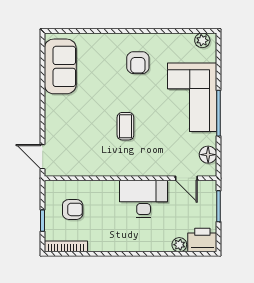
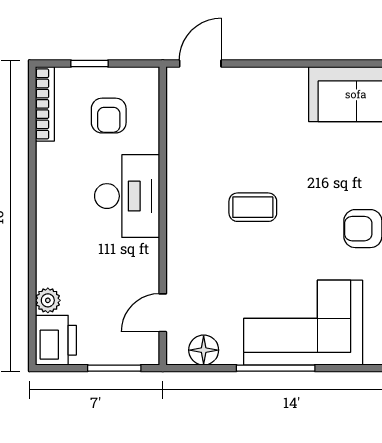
desk: (144, 199) -> (127, 196), moved

